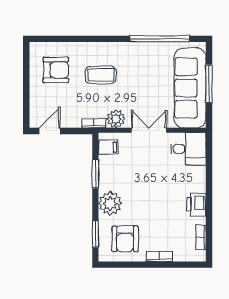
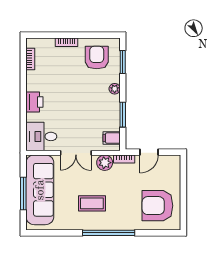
window: (160, 39) -> (109, 233), moved
armchair: (56, 70) -> (157, 206), width x1.36, depth x1.36
coffee table: (101, 75) -> (92, 203), moved
door: (50, 131) -> (149, 152), moved
plant: (110, 203) -> (115, 89), width x0.53, depth x0.53
printer: (196, 205) -> (34, 102), moved

